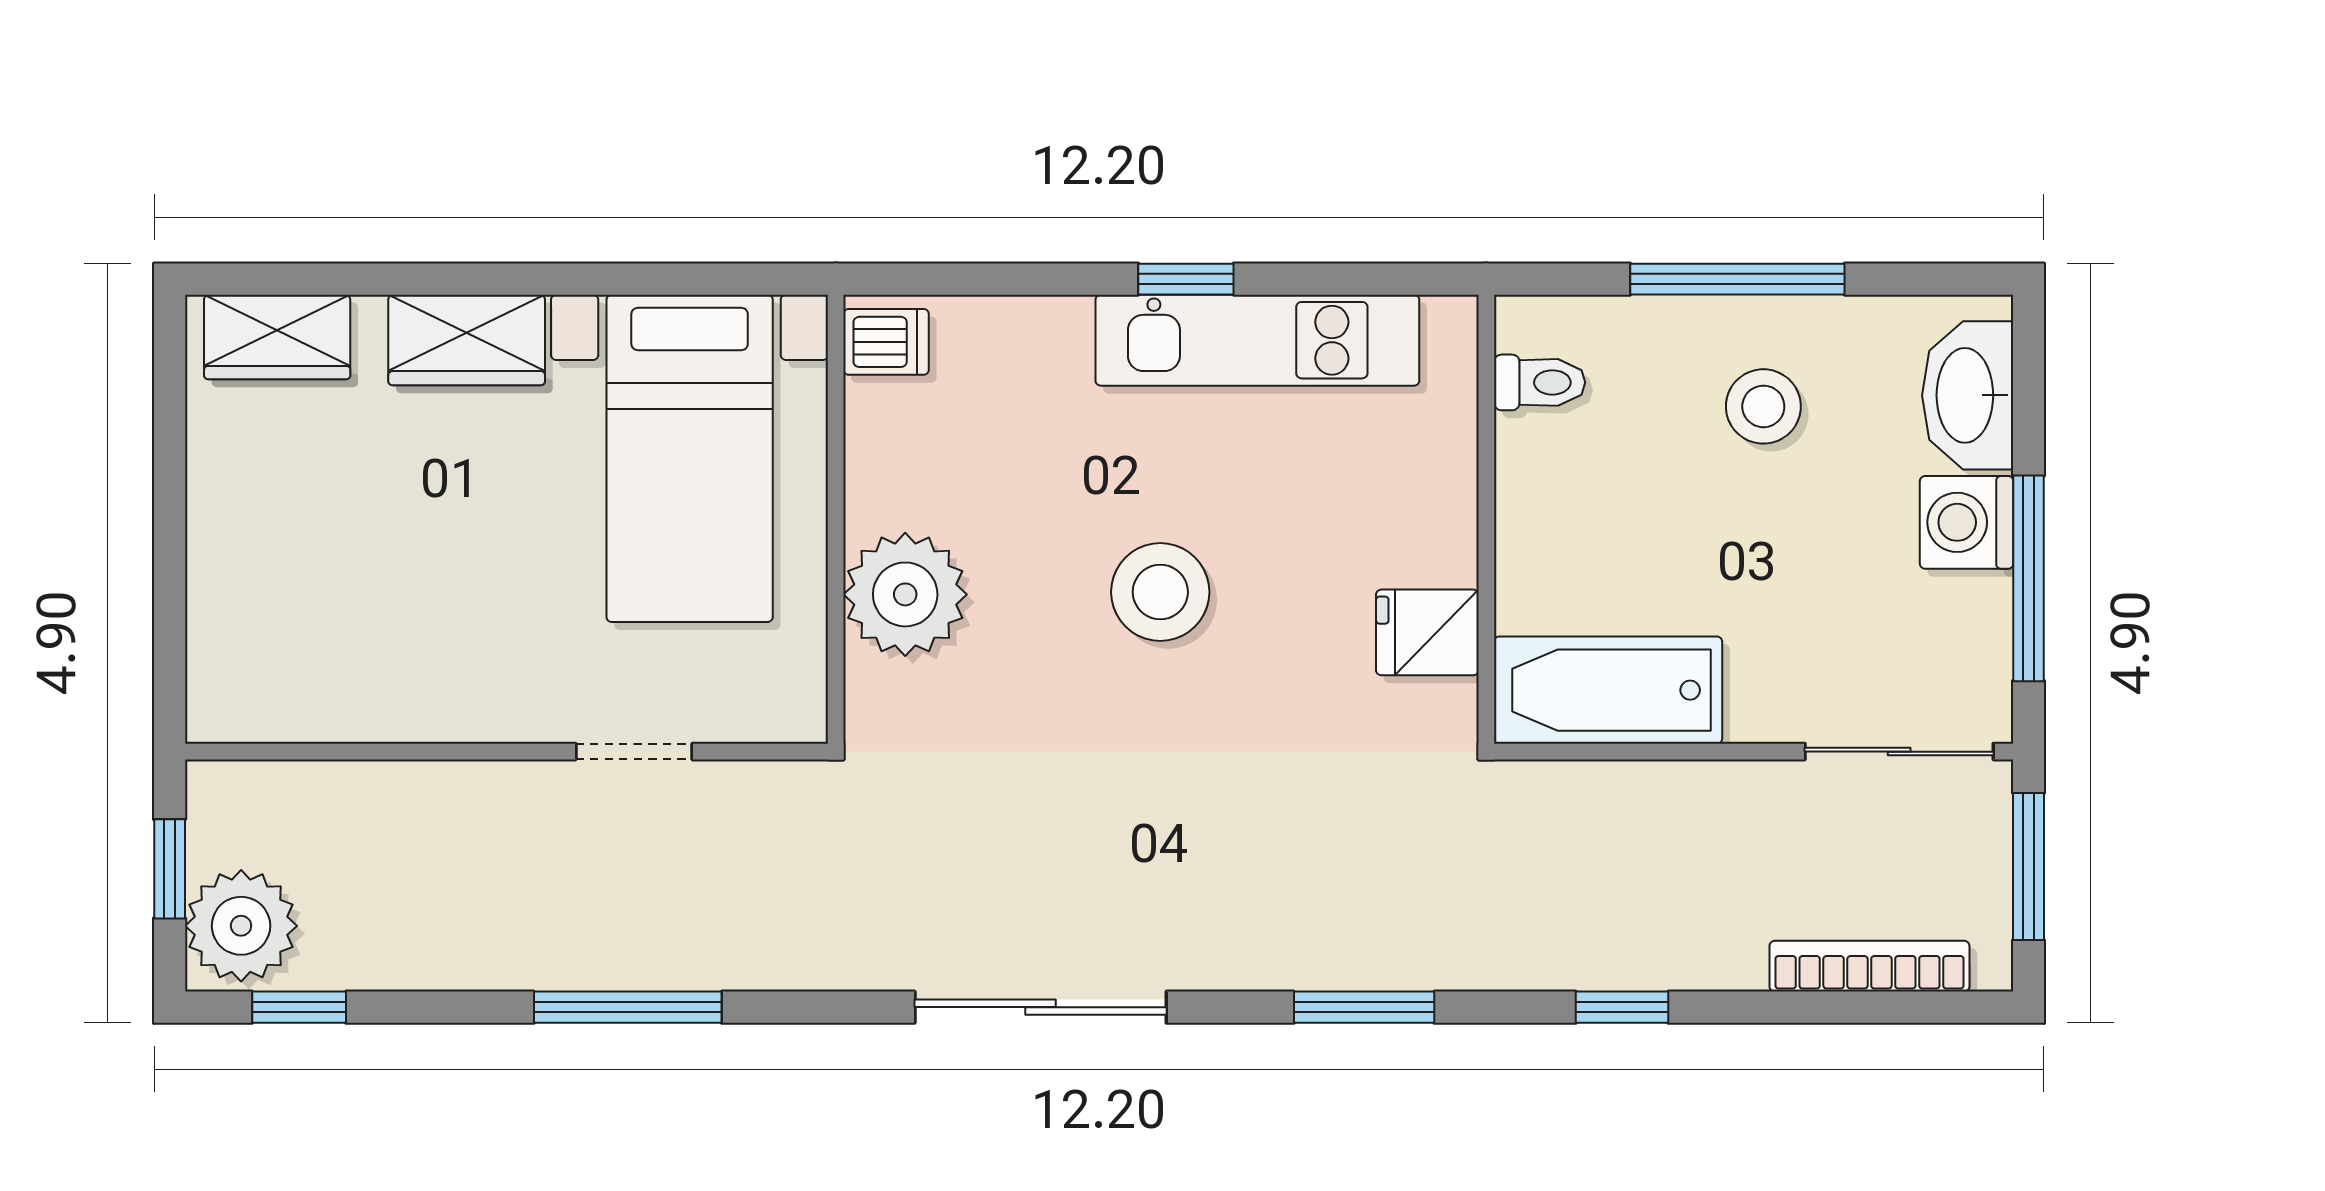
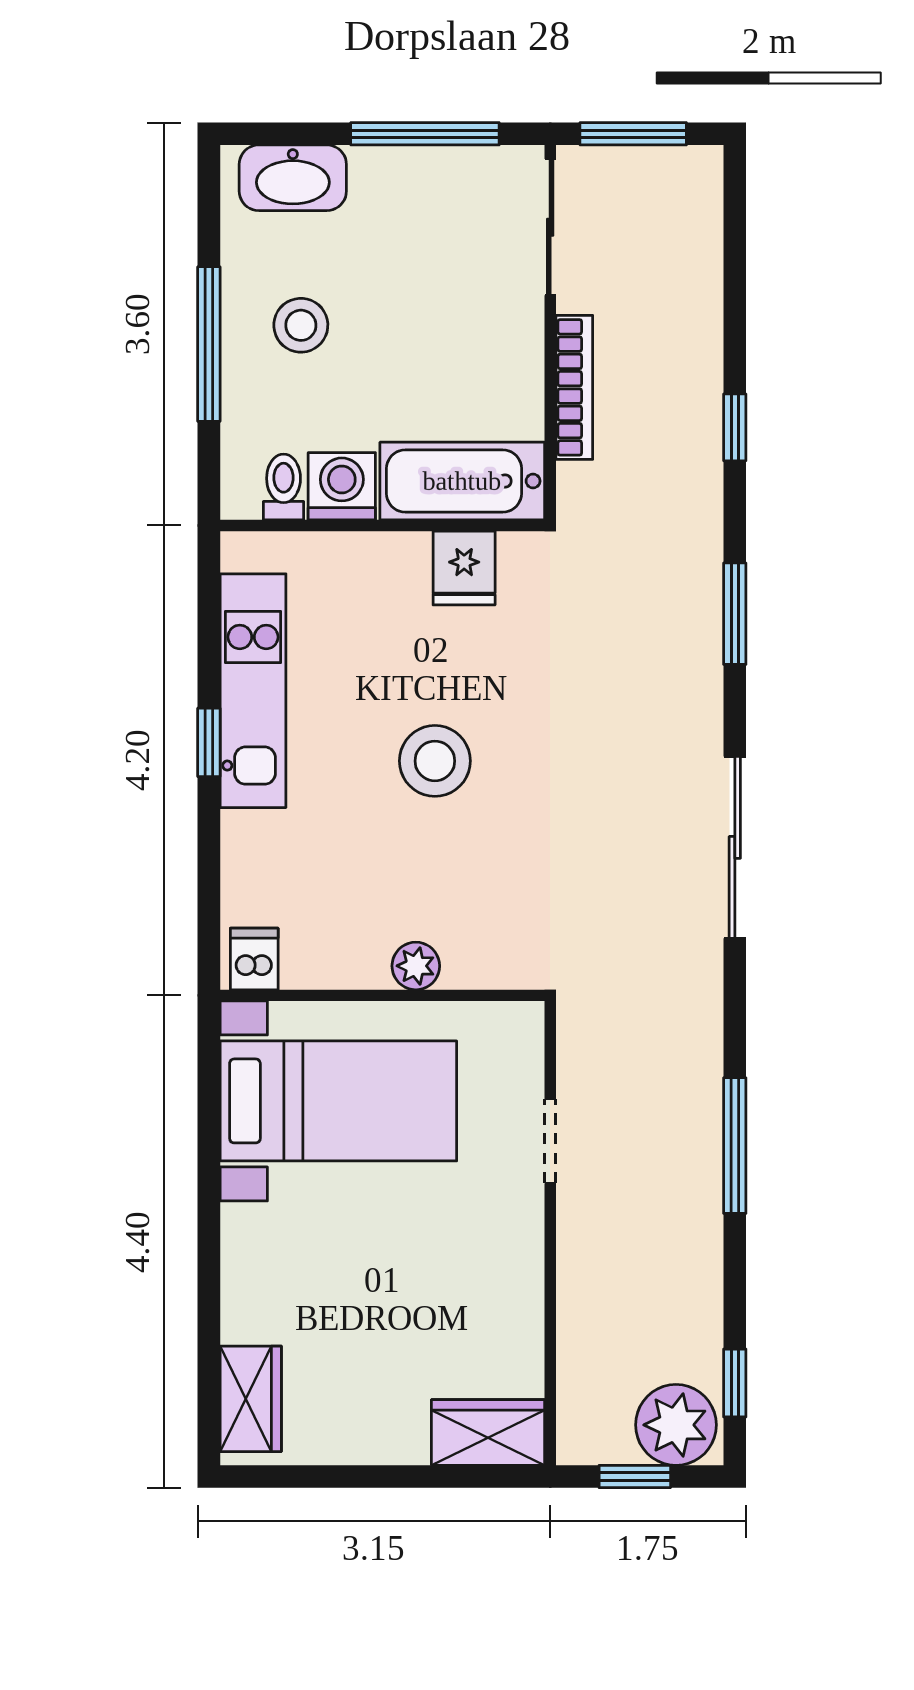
wardrobe: (467, 340) -> (488, 1433), moved, turned -90
washing machine: (1966, 522) -> (342, 486), moved, turned 180
plant: (905, 594) -> (416, 966), width x0.53, depth x0.53
bathtub: (1608, 690) -> (462, 481), moved, turned 90
bookcase: (1869, 966) -> (574, 387), moved, turned 180

